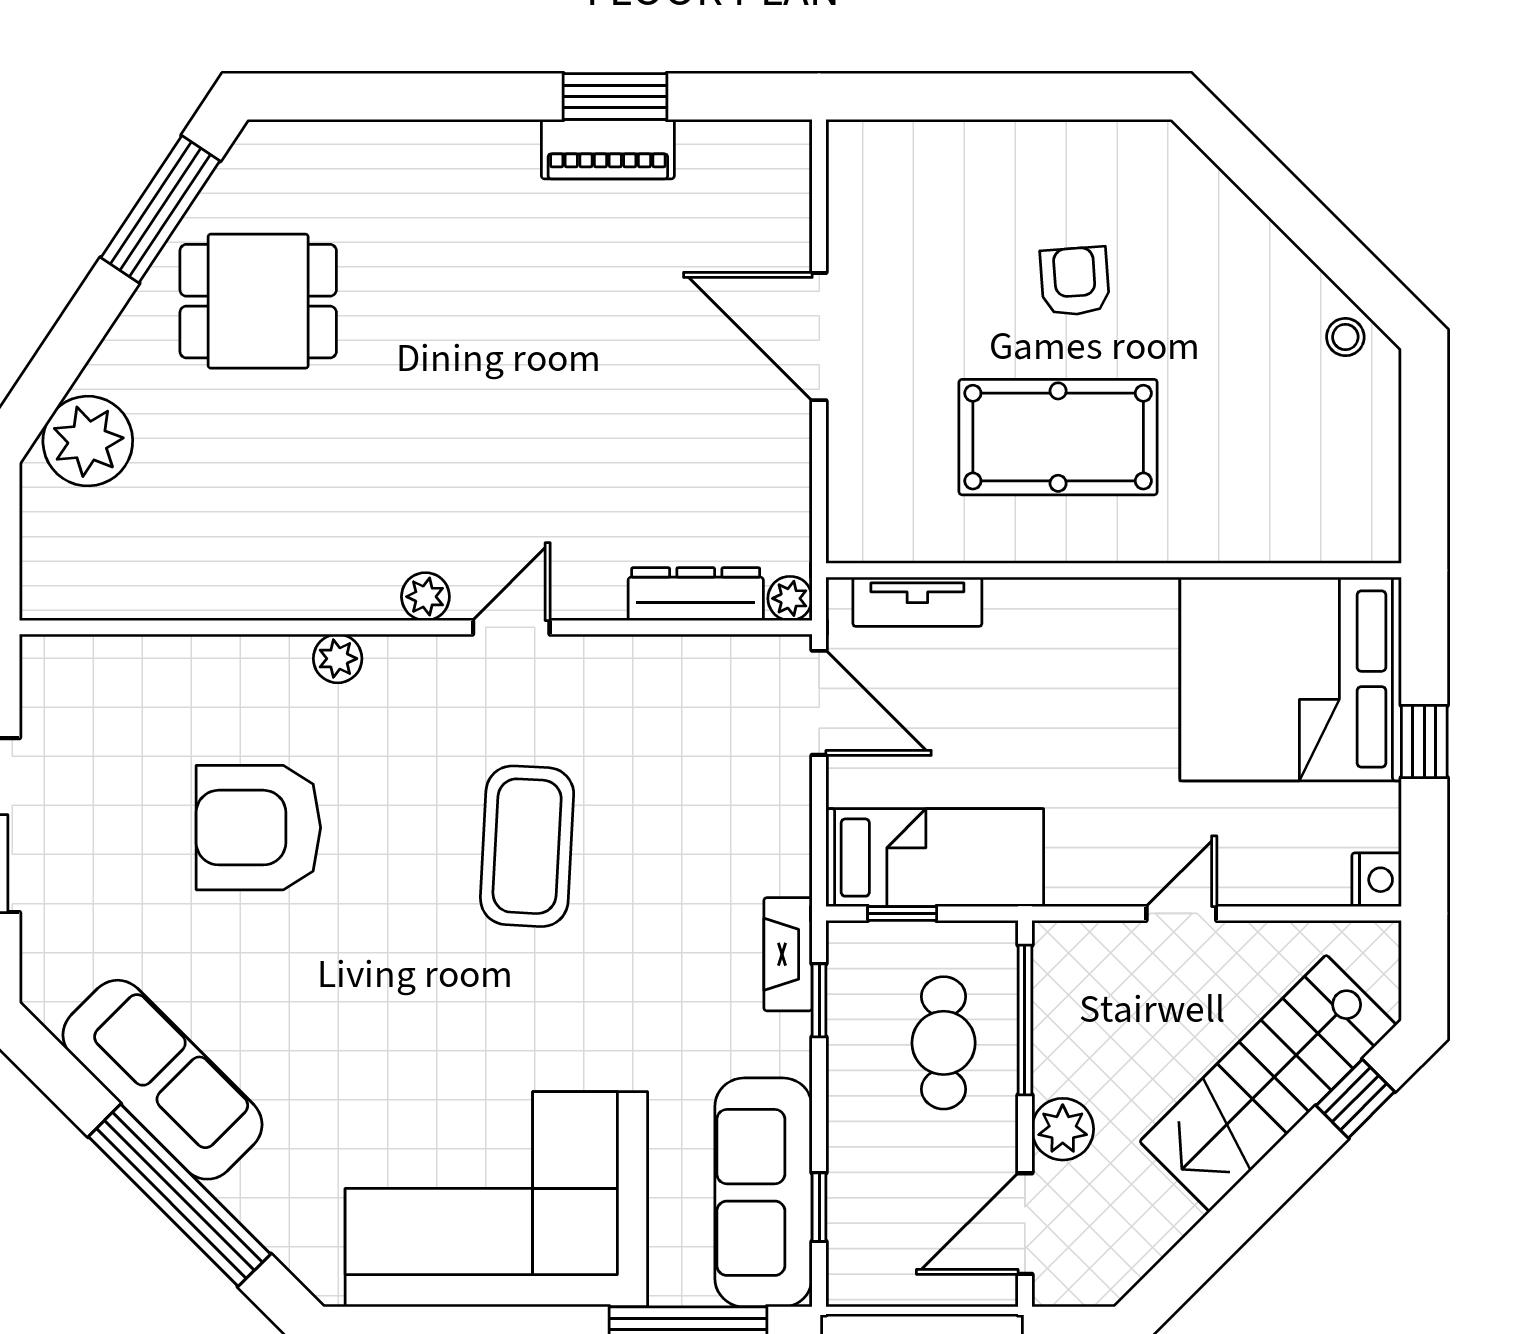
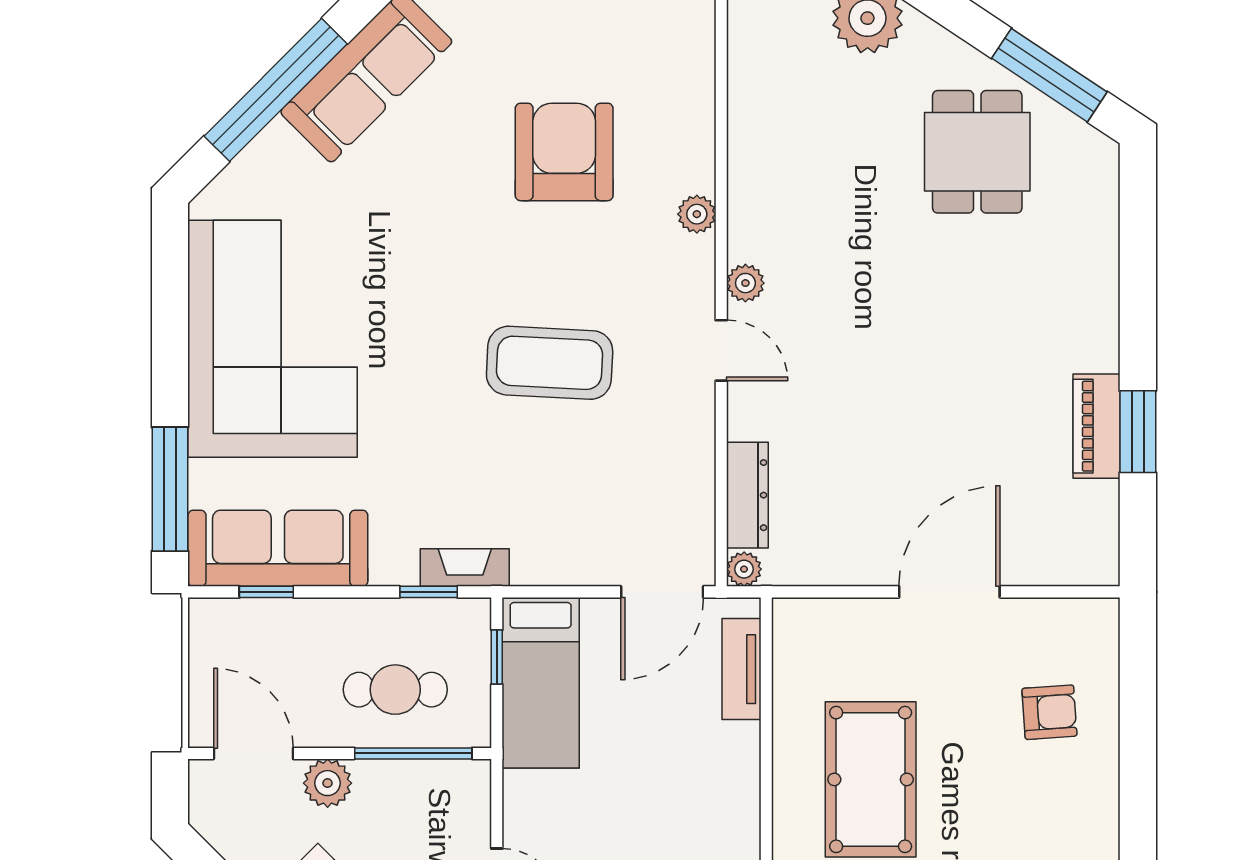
armchair: (1075, 281) -> (1049, 712), moved

